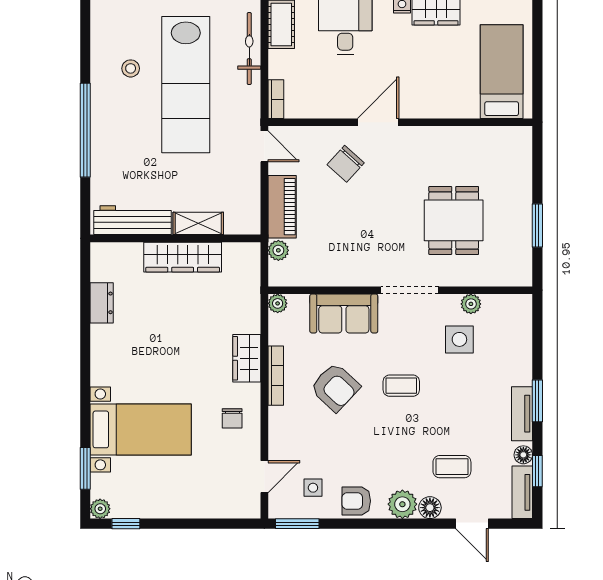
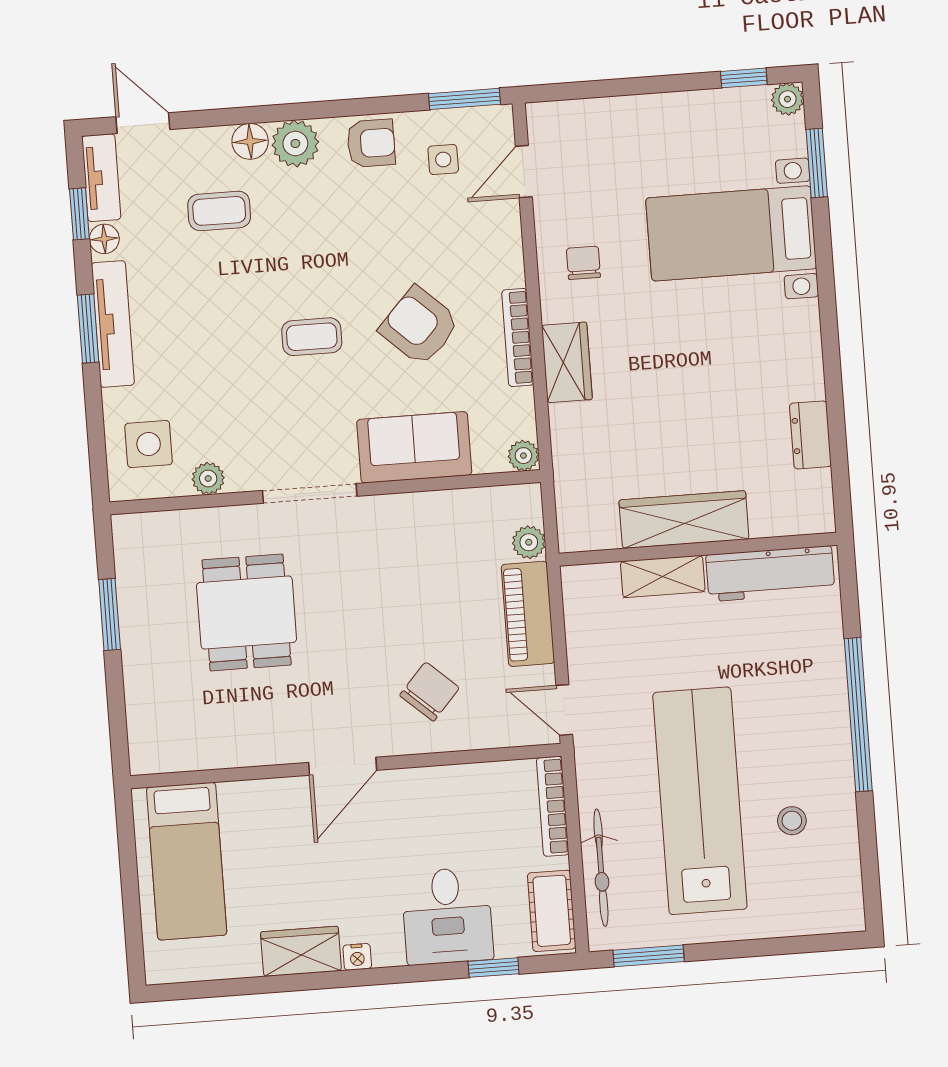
bookcase: (276, 99) -> (553, 806), width x1.56
door: (378, 122) -> (343, 766), moved
side table: (459, 339) -> (149, 444), moved
tv unit: (522, 414) -> (113, 324), width x1.41
door: (472, 524) -> (143, 123), moved

